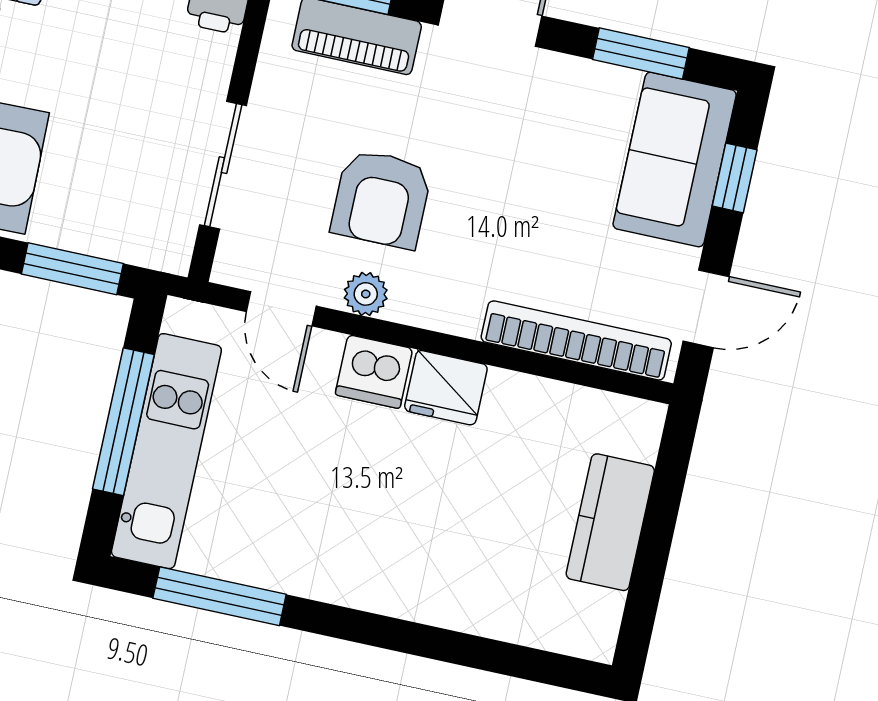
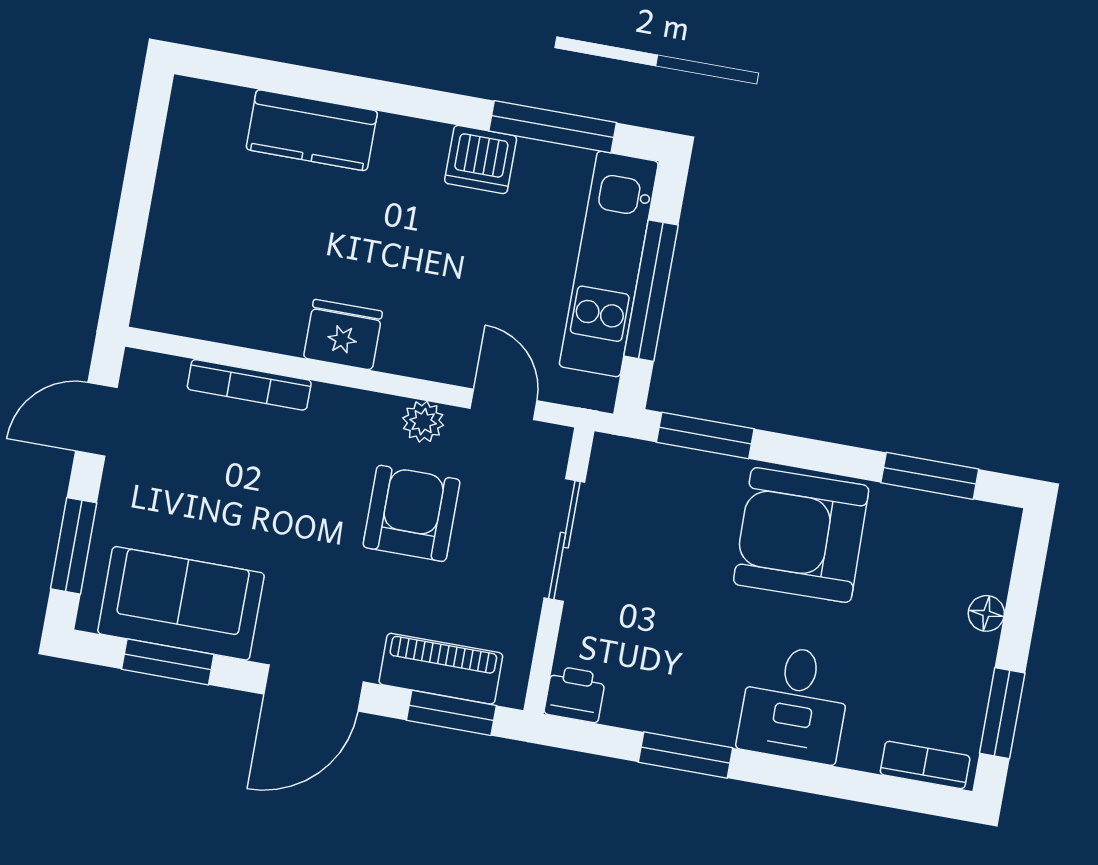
sofa: (675, 160) -> (181, 603), moved, turned -90
window: (735, 178) -> (74, 546), width x1.50
bookcase: (576, 340) -> (249, 385), width x0.68, depth x0.76
dishwasher: (374, 372) -> (481, 160), moved, turned 180
kitchen counter: (610, 522) -> (312, 130), moved, turned 90

